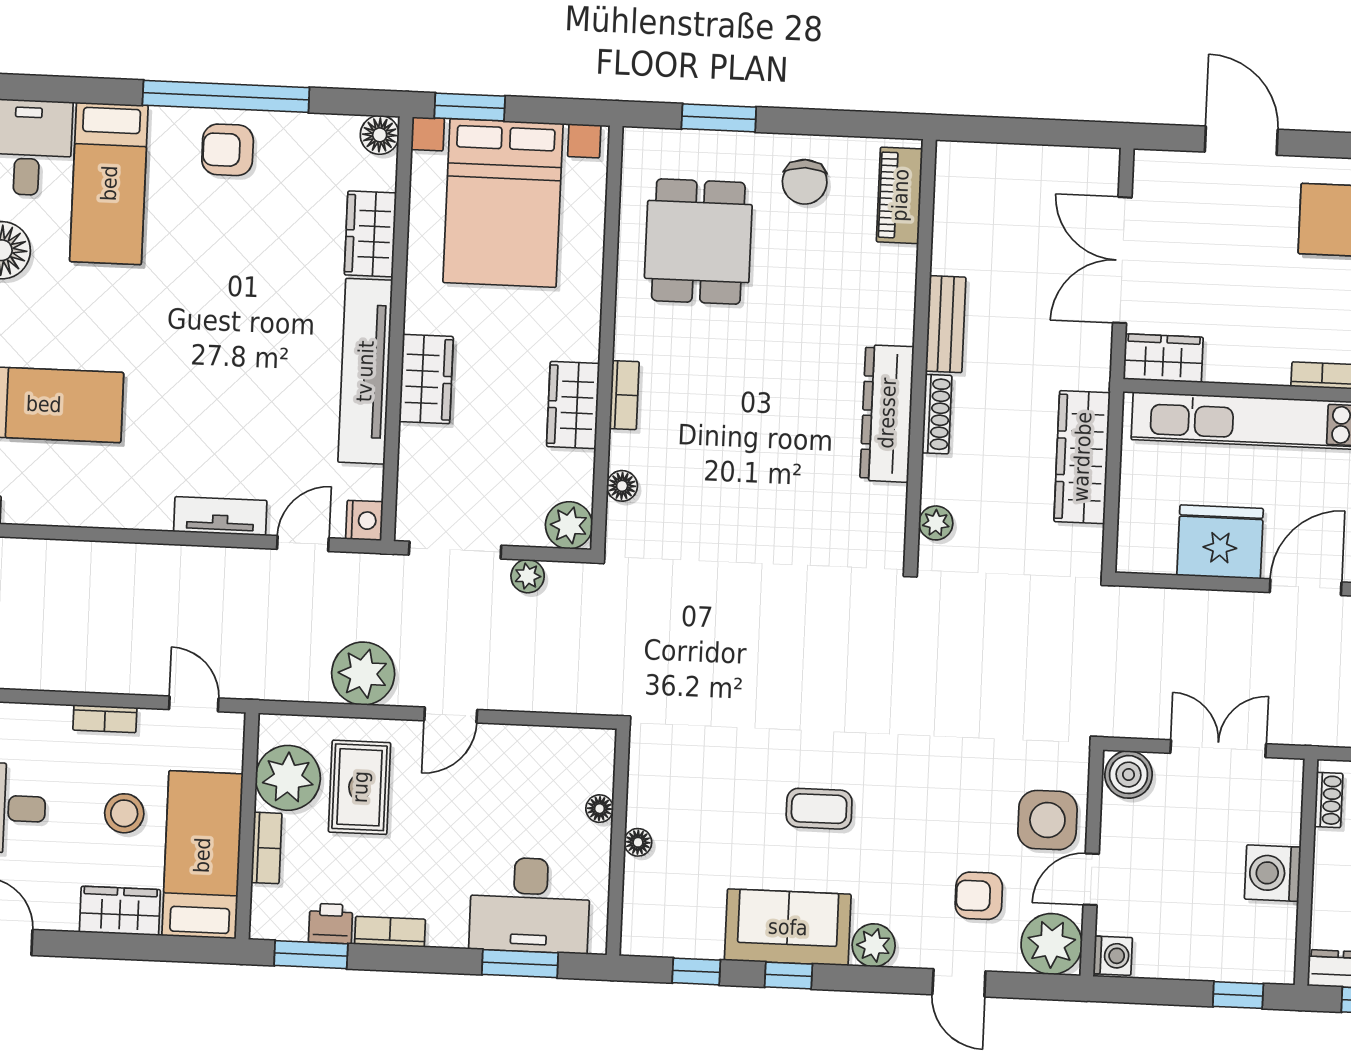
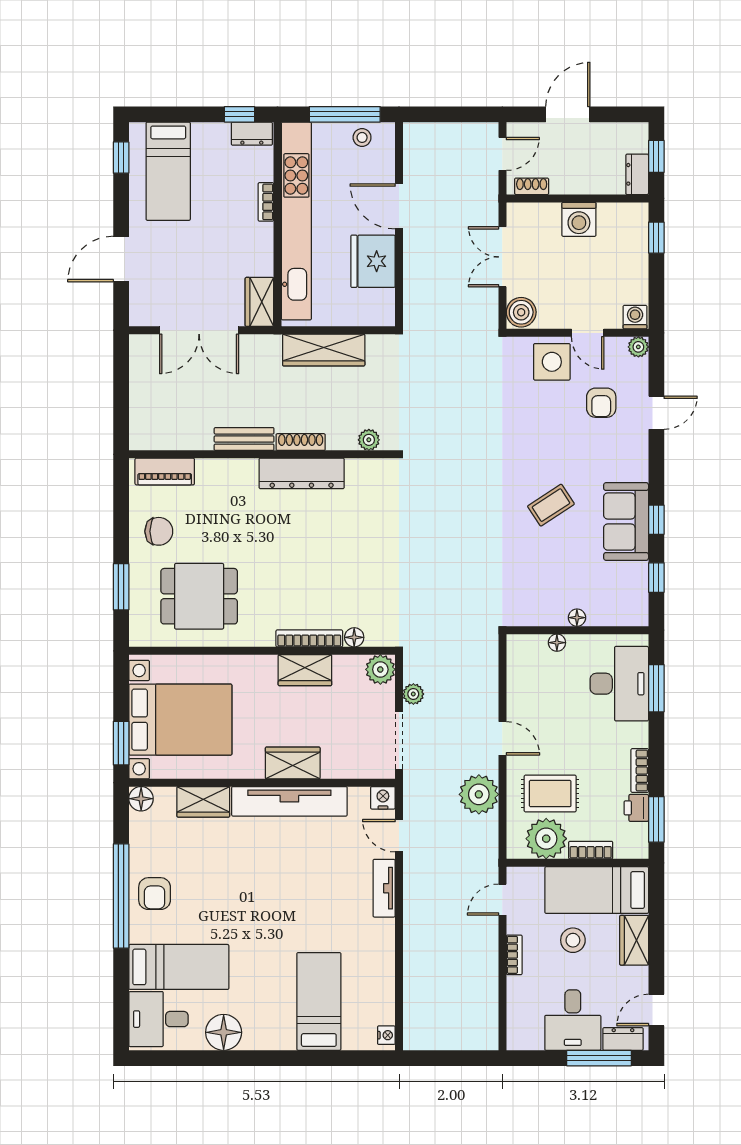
bookcase: (624, 395) -> (309, 638), width x1.56
coffee table: (819, 809) -> (551, 505), turned 57
plant: (1052, 944) -> (638, 347), width x0.53, depth x0.53
plant: (874, 945) -> (635, 467), removed

